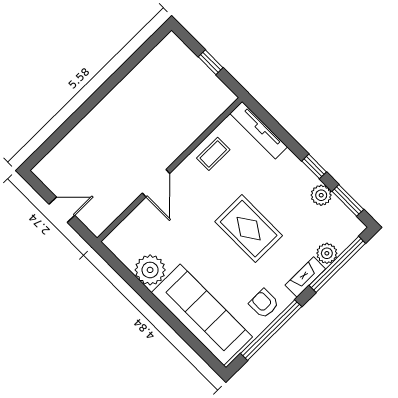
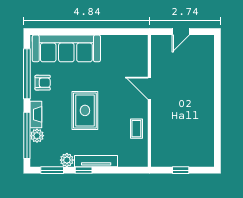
tv unit: (259, 130) -> (96, 161), moved
rug: (249, 229) -> (85, 110), turned 90
plant: (150, 270) -> (111, 45), removed

